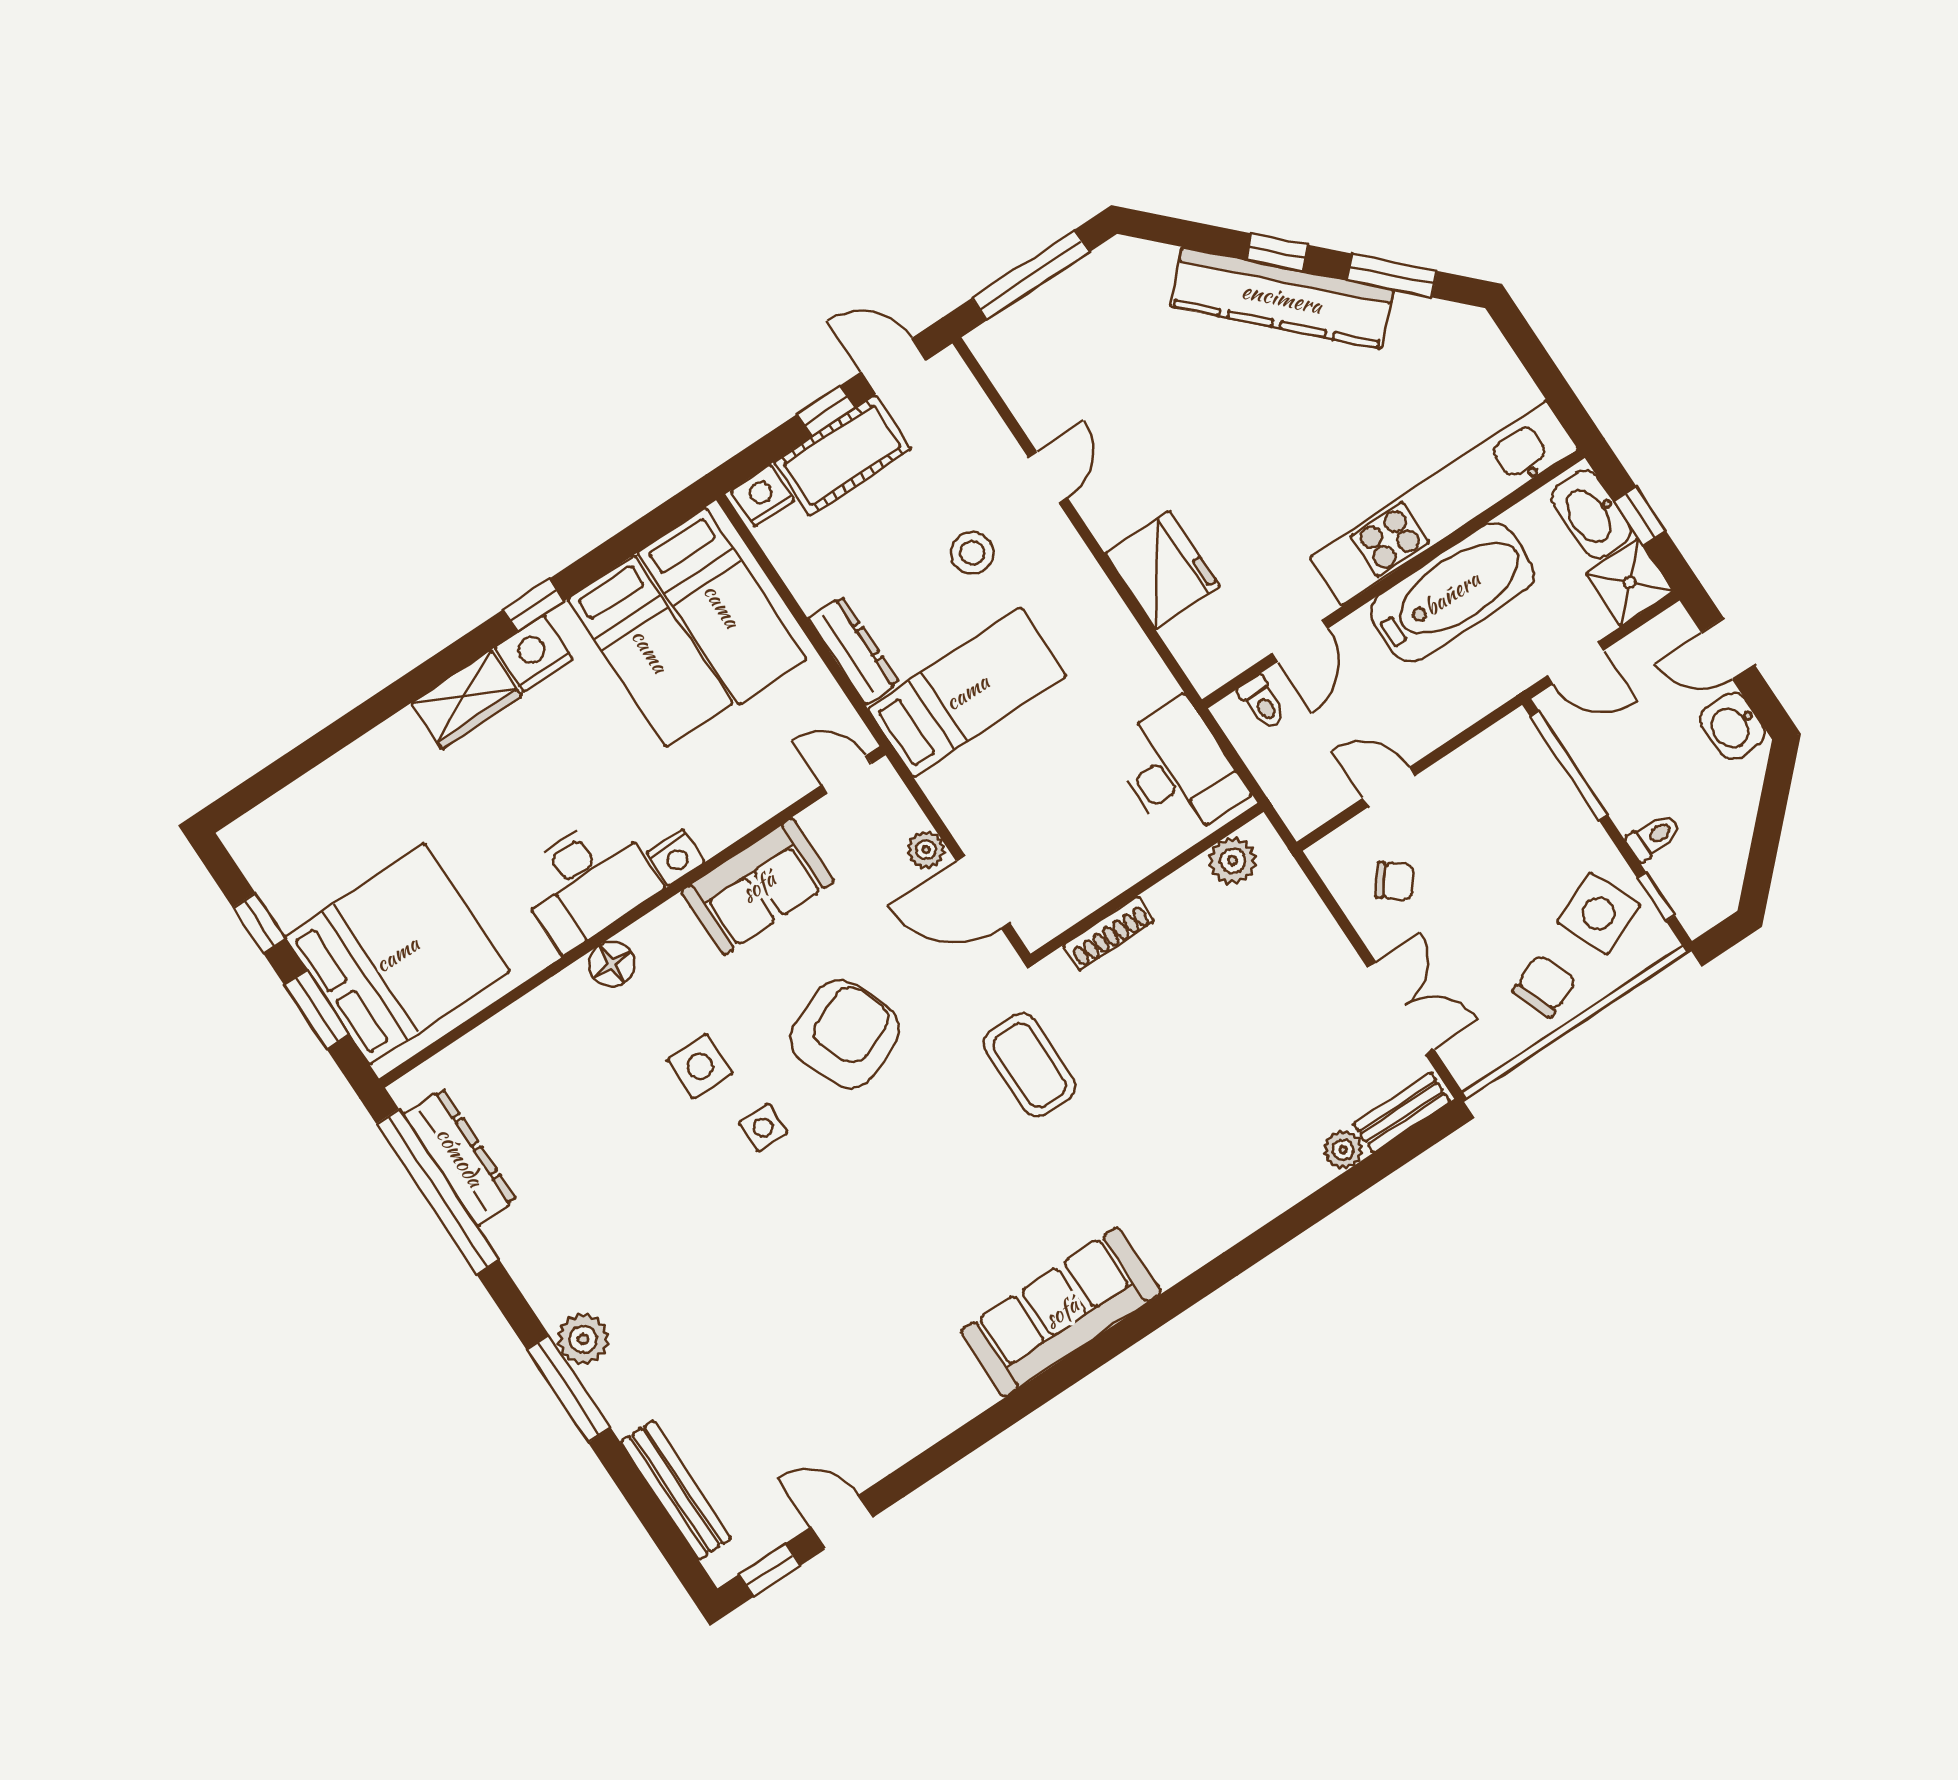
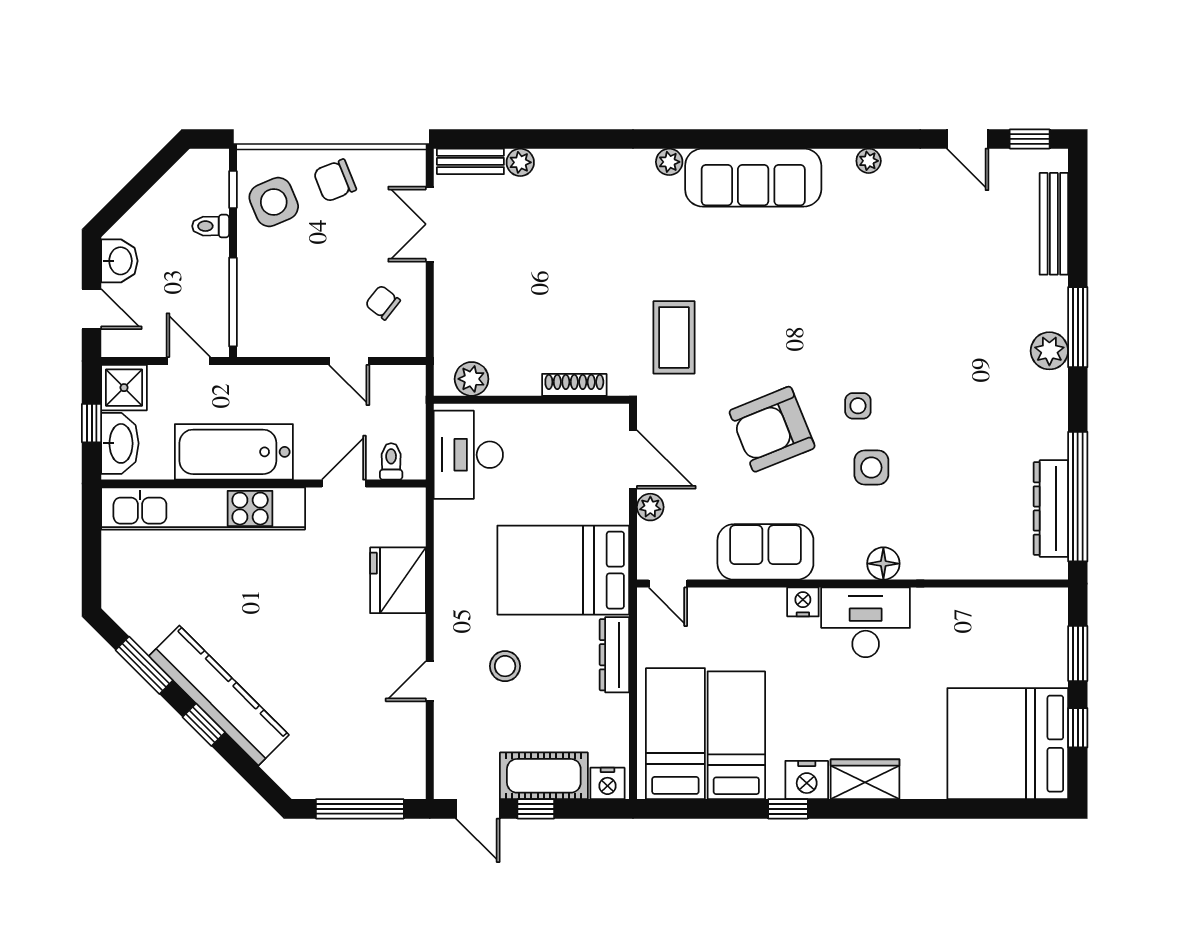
bed: (967, 692) -> (563, 570), width x1.50
bed: (397, 954) -> (1008, 744), moved
plant: (1170, 1265) -> (669, 162), added
plant: (940, 1420) -> (869, 161), added

